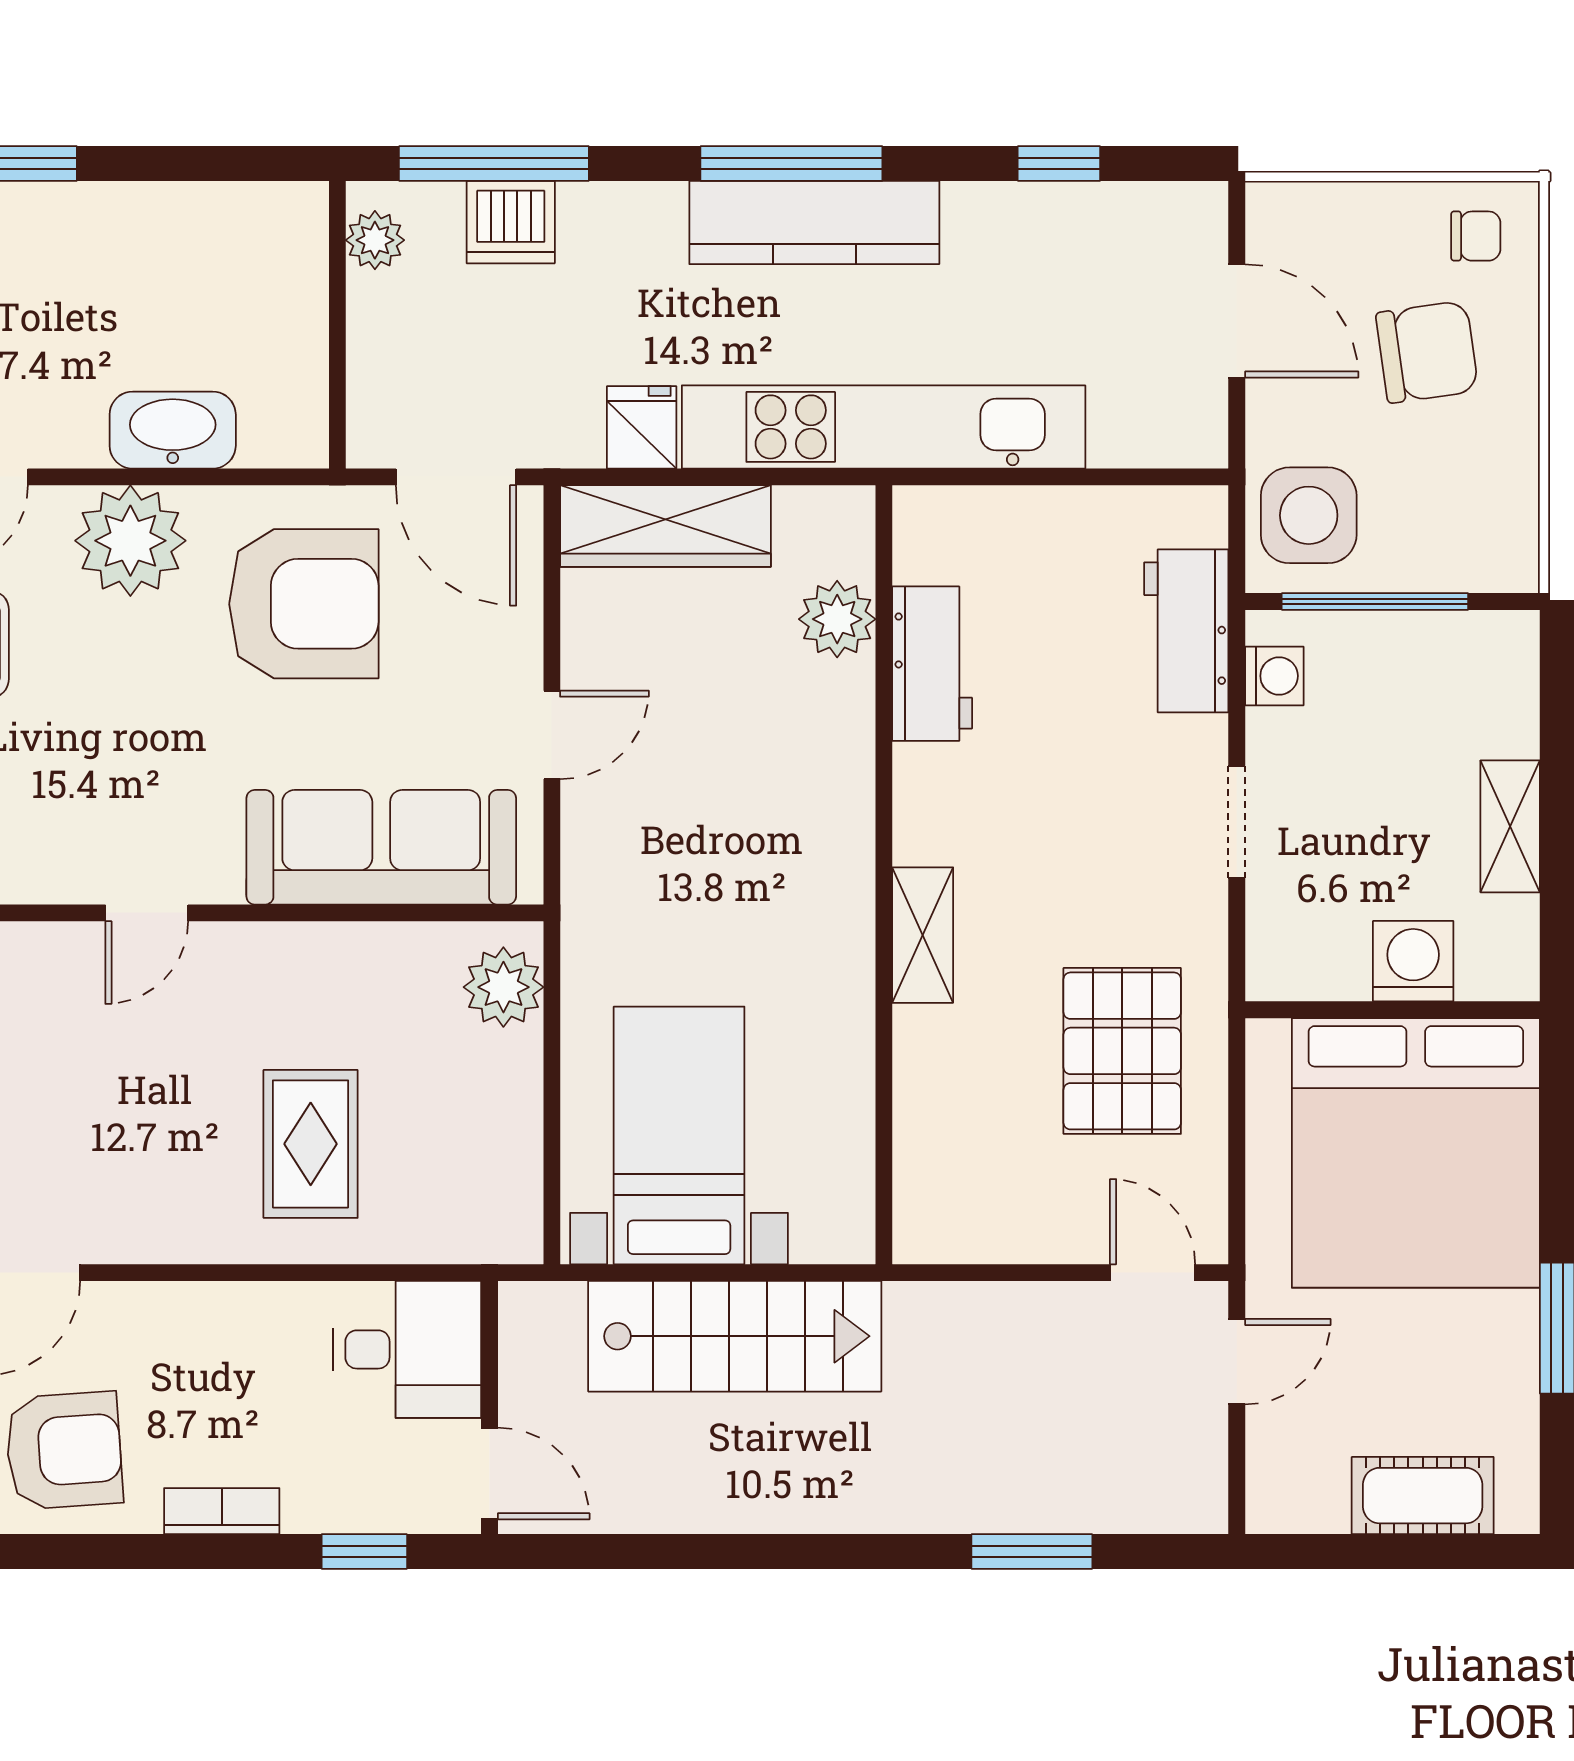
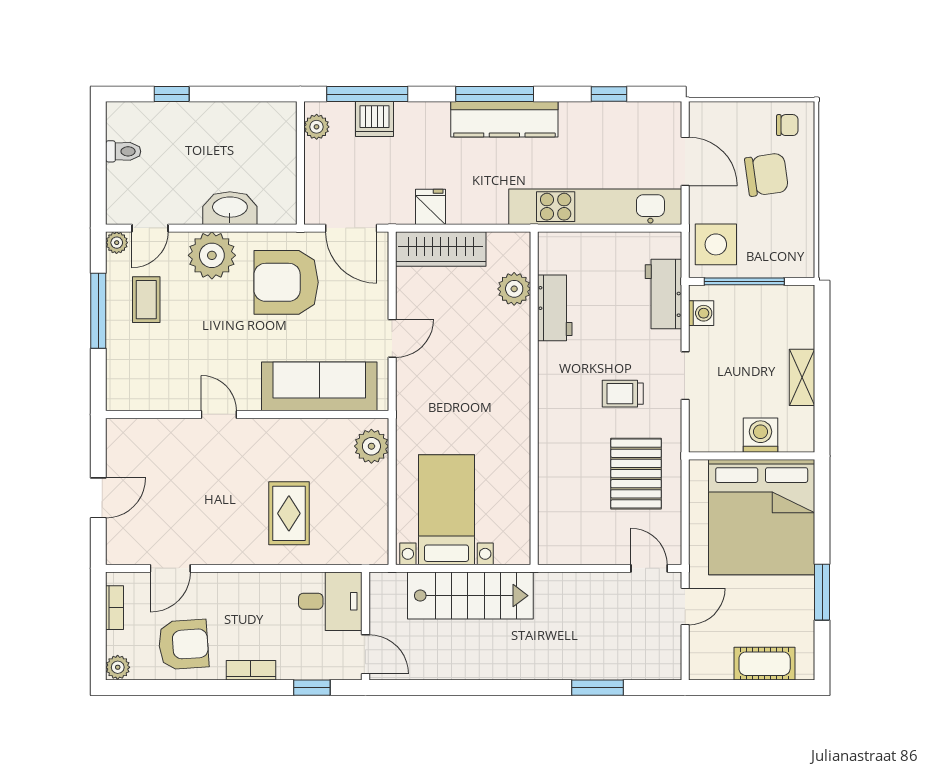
kitchen unit: (884, 427) -> (595, 207), moved
armchair: (304, 604) -> (286, 282), turned 180
trolley: (1091, 864) -> (623, 394), added
door: (147, 913) -> (219, 414), swing flipped
shelving: (923, 935) -> (551, 424), removed

